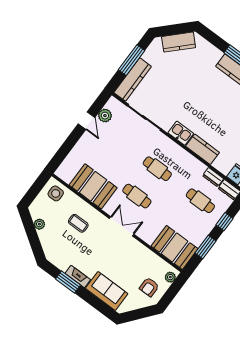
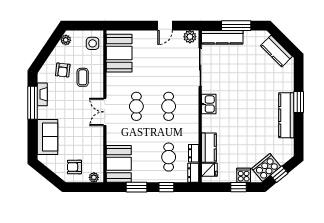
plant: (105, 116) -> (190, 37), moved
kitchen counter: (202, 149) -> (209, 148), moved
booth: (93, 186) -> (119, 53), moved
plant: (39, 224) -> (66, 40), moved
double door: (122, 226) -> (105, 112), swing flipped
armchair: (59, 236) -> (63, 70), added
fireplace: (78, 276) -> (42, 94), moved
window: (68, 282) -> (32, 103), width x1.44

